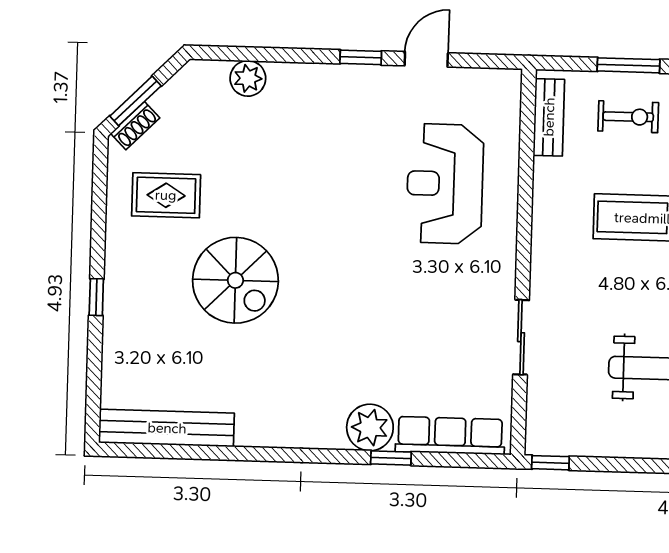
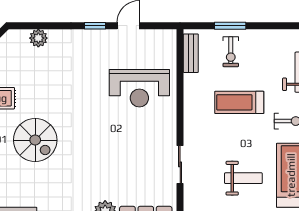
exercise bike: (628, 117) -> (231, 52), turned 90
reception desk: (445, 184) -> (139, 88), turned -90

